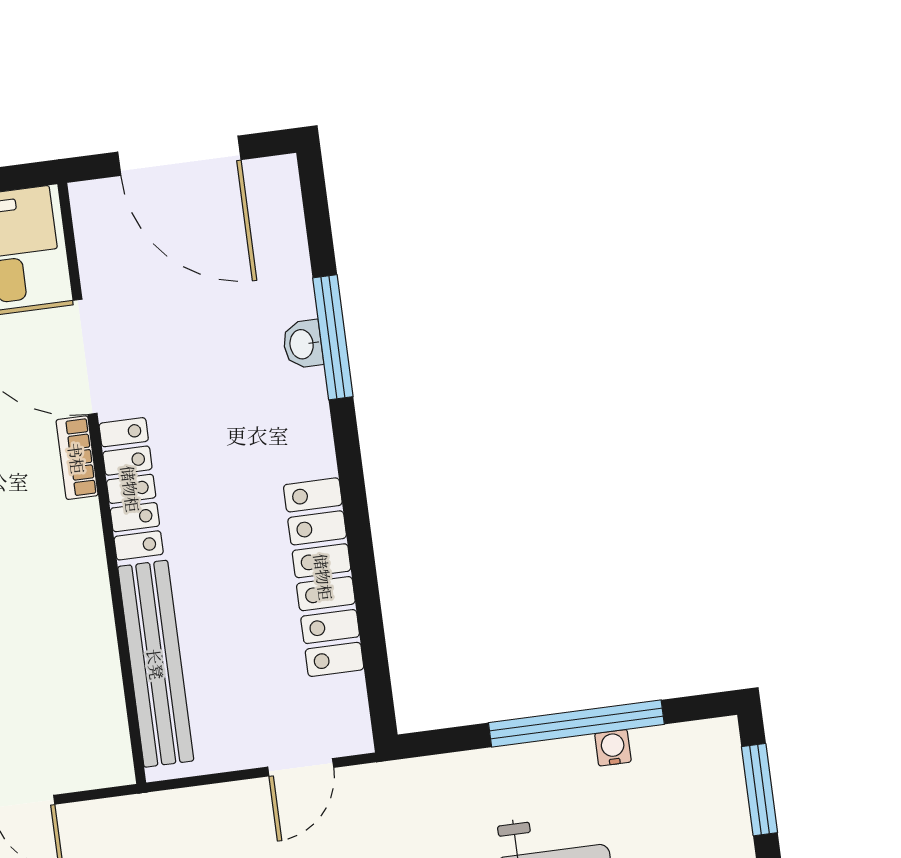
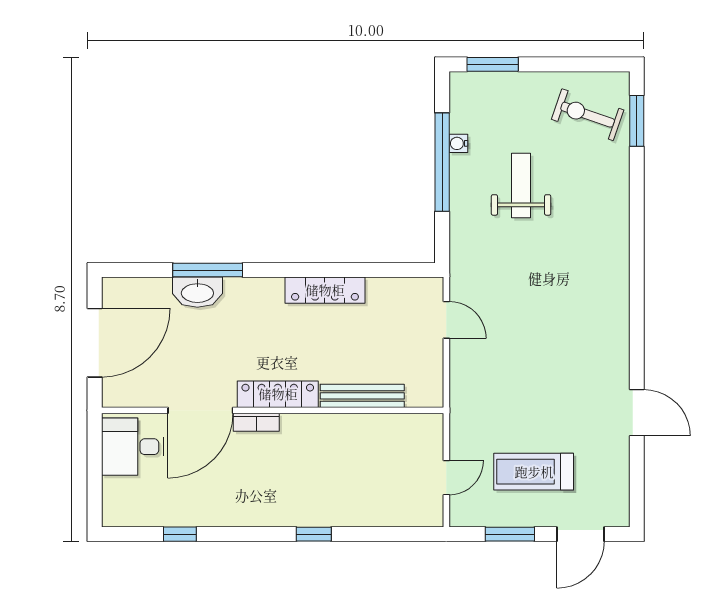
washbasin: (303, 344) -> (197, 292), width x1.91, depth x1.45
locker: (324, 577) -> (325, 290), width x0.71, depth x0.83
bench: (156, 664) -> (362, 396), width x0.73, depth x0.82

